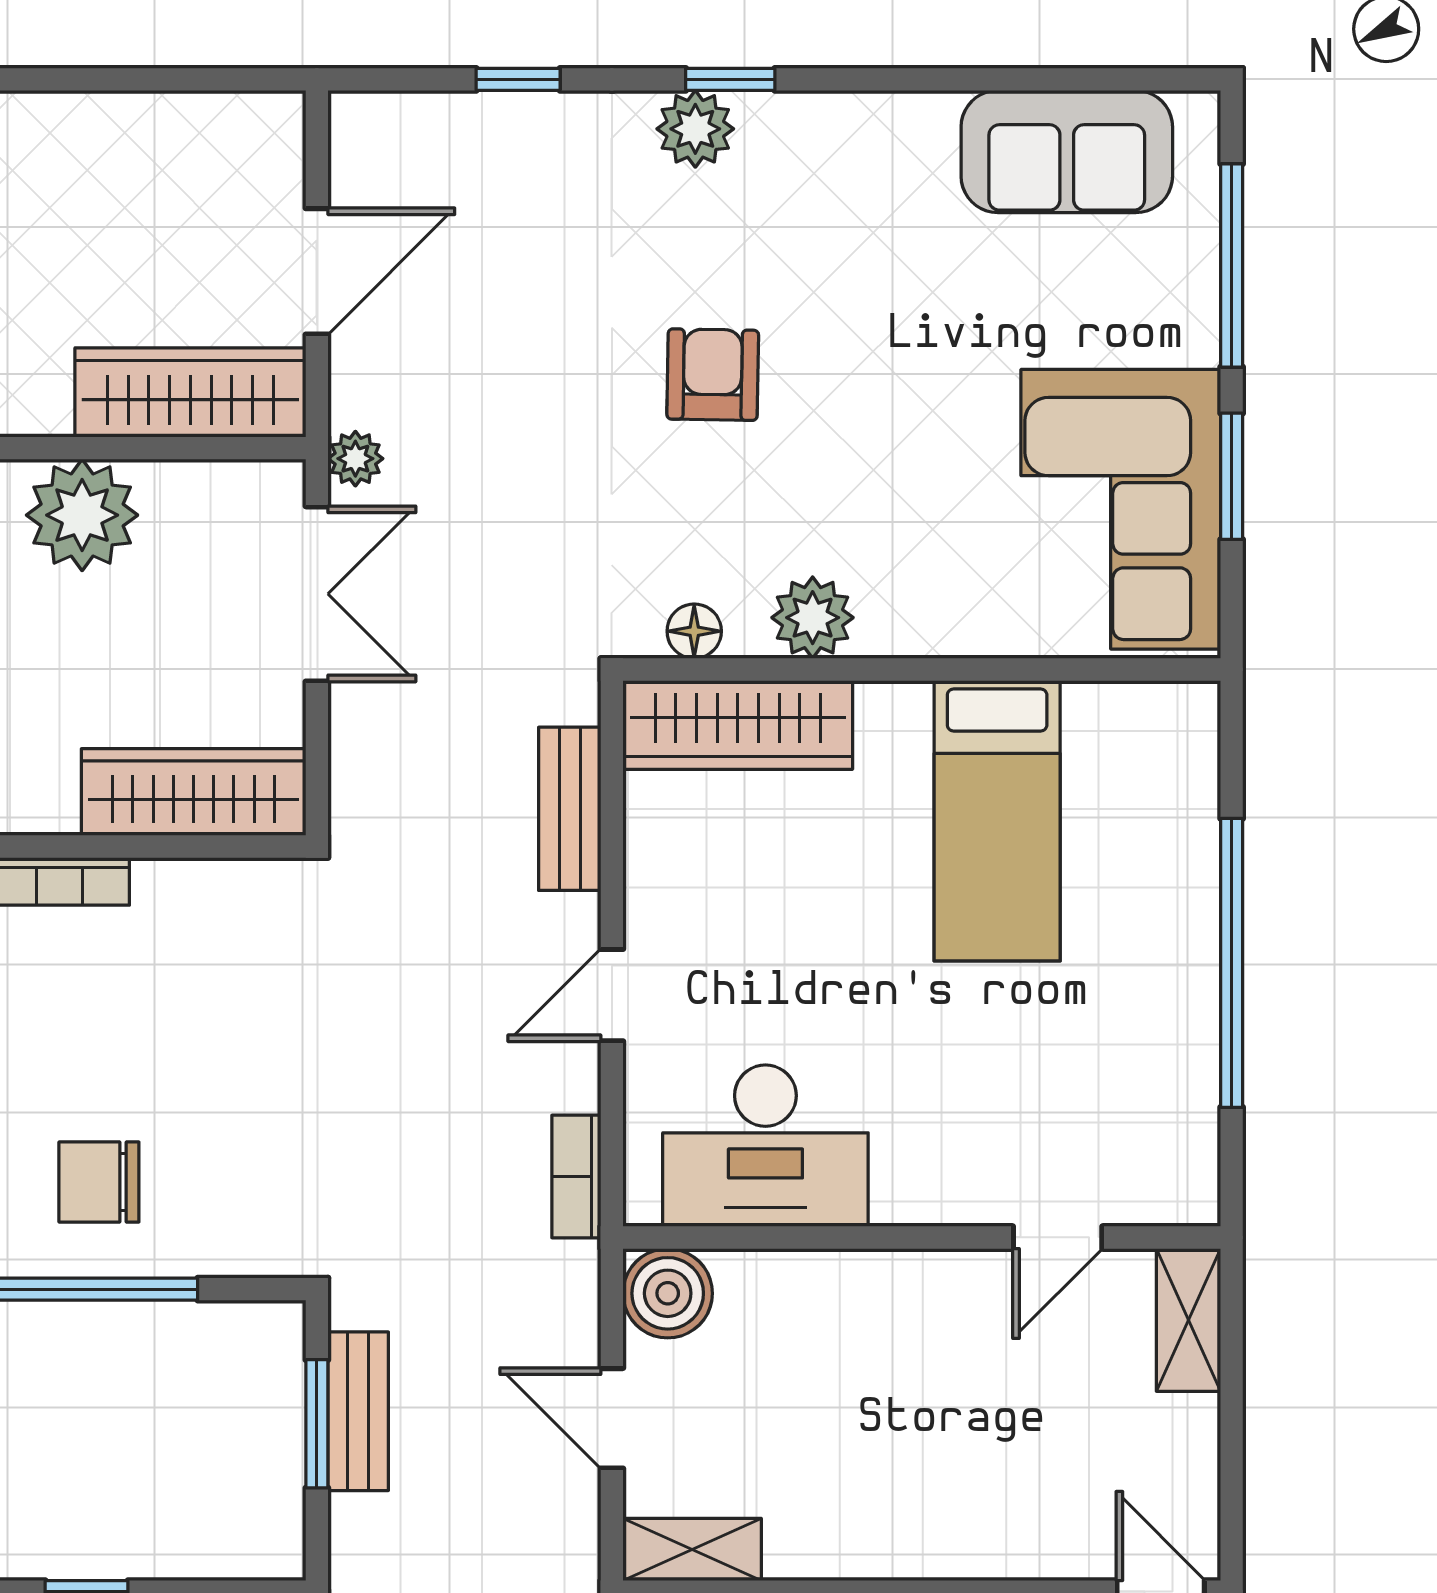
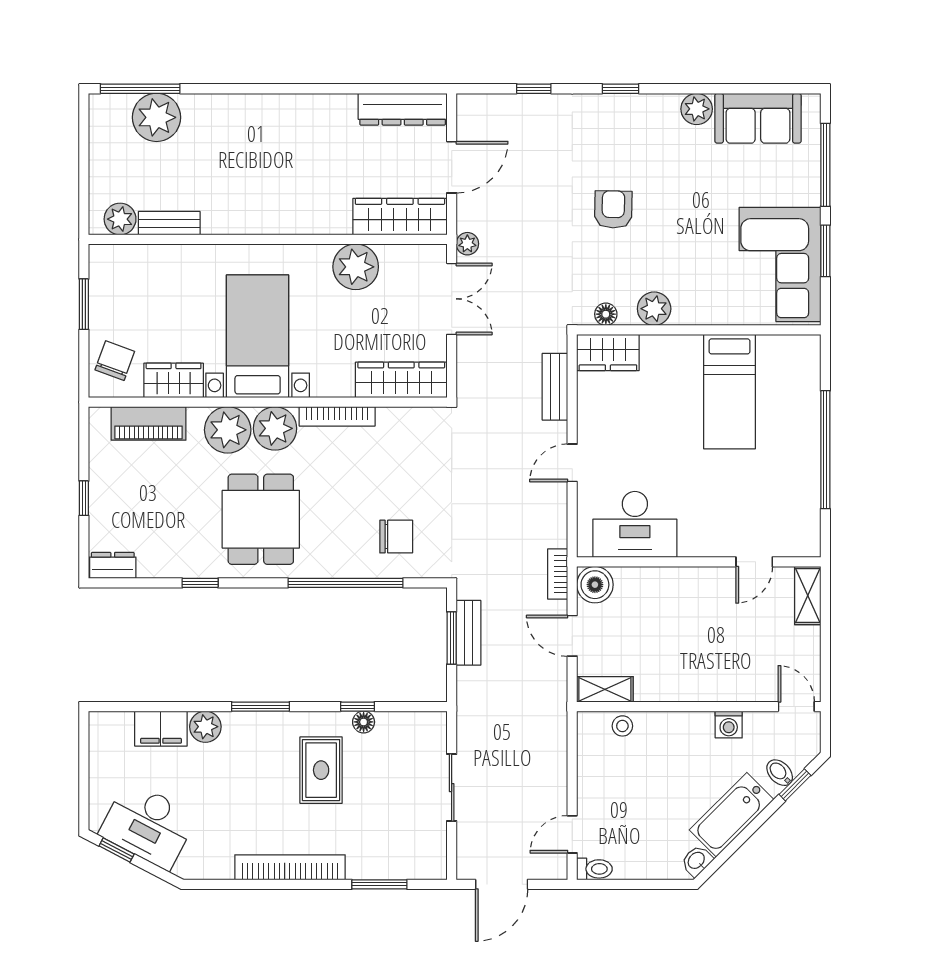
dresser: (197, 129) -> (403, 109), added
plant: (695, 129) -> (697, 109), moved
wardrobe: (738, 725) -> (608, 352), width x0.67
bookcase: (576, 1177) -> (558, 574), moved
chair: (99, 1182) -> (396, 537), moved, turned 180

